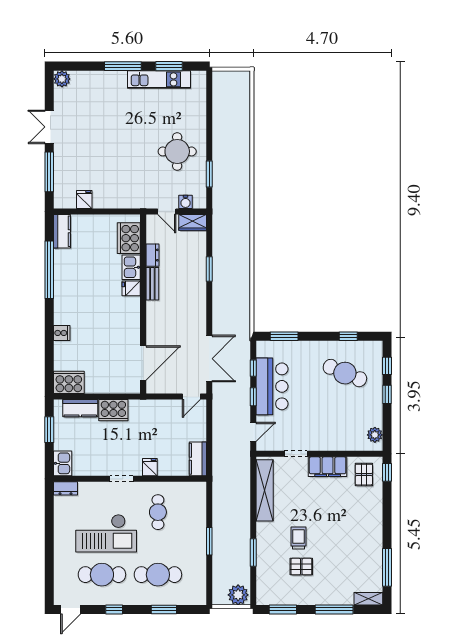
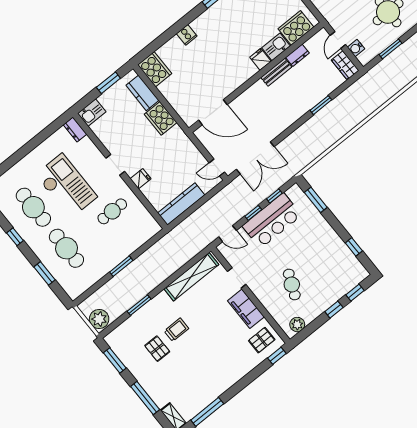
cafe table: (345, 373) -> (292, 284), moved, width x0.73, depth x0.74
kitchen counter: (198, 459) -> (181, 204), width x1.50
checkout: (106, 533) -> (66, 186), turned 180

